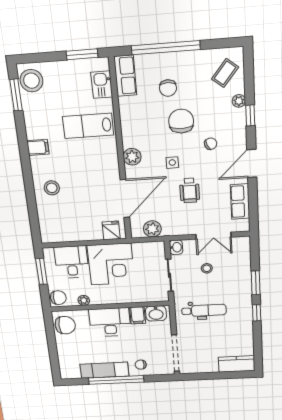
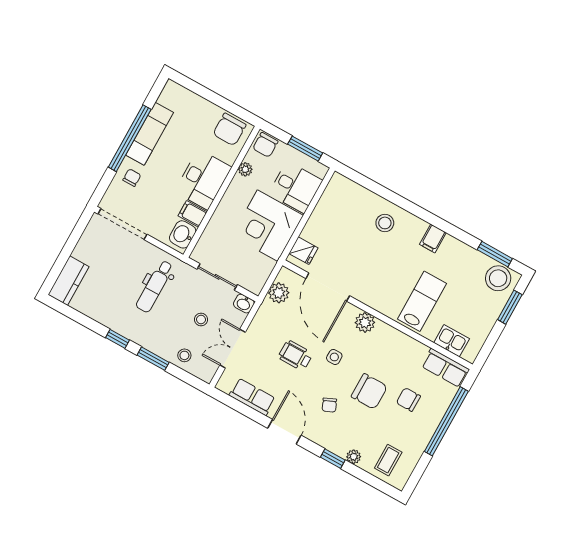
window: (82, 54) -> (510, 307), moved
coffee table: (225, 73) -> (388, 460), turned 51
stool: (240, 264) -> (184, 355), added

